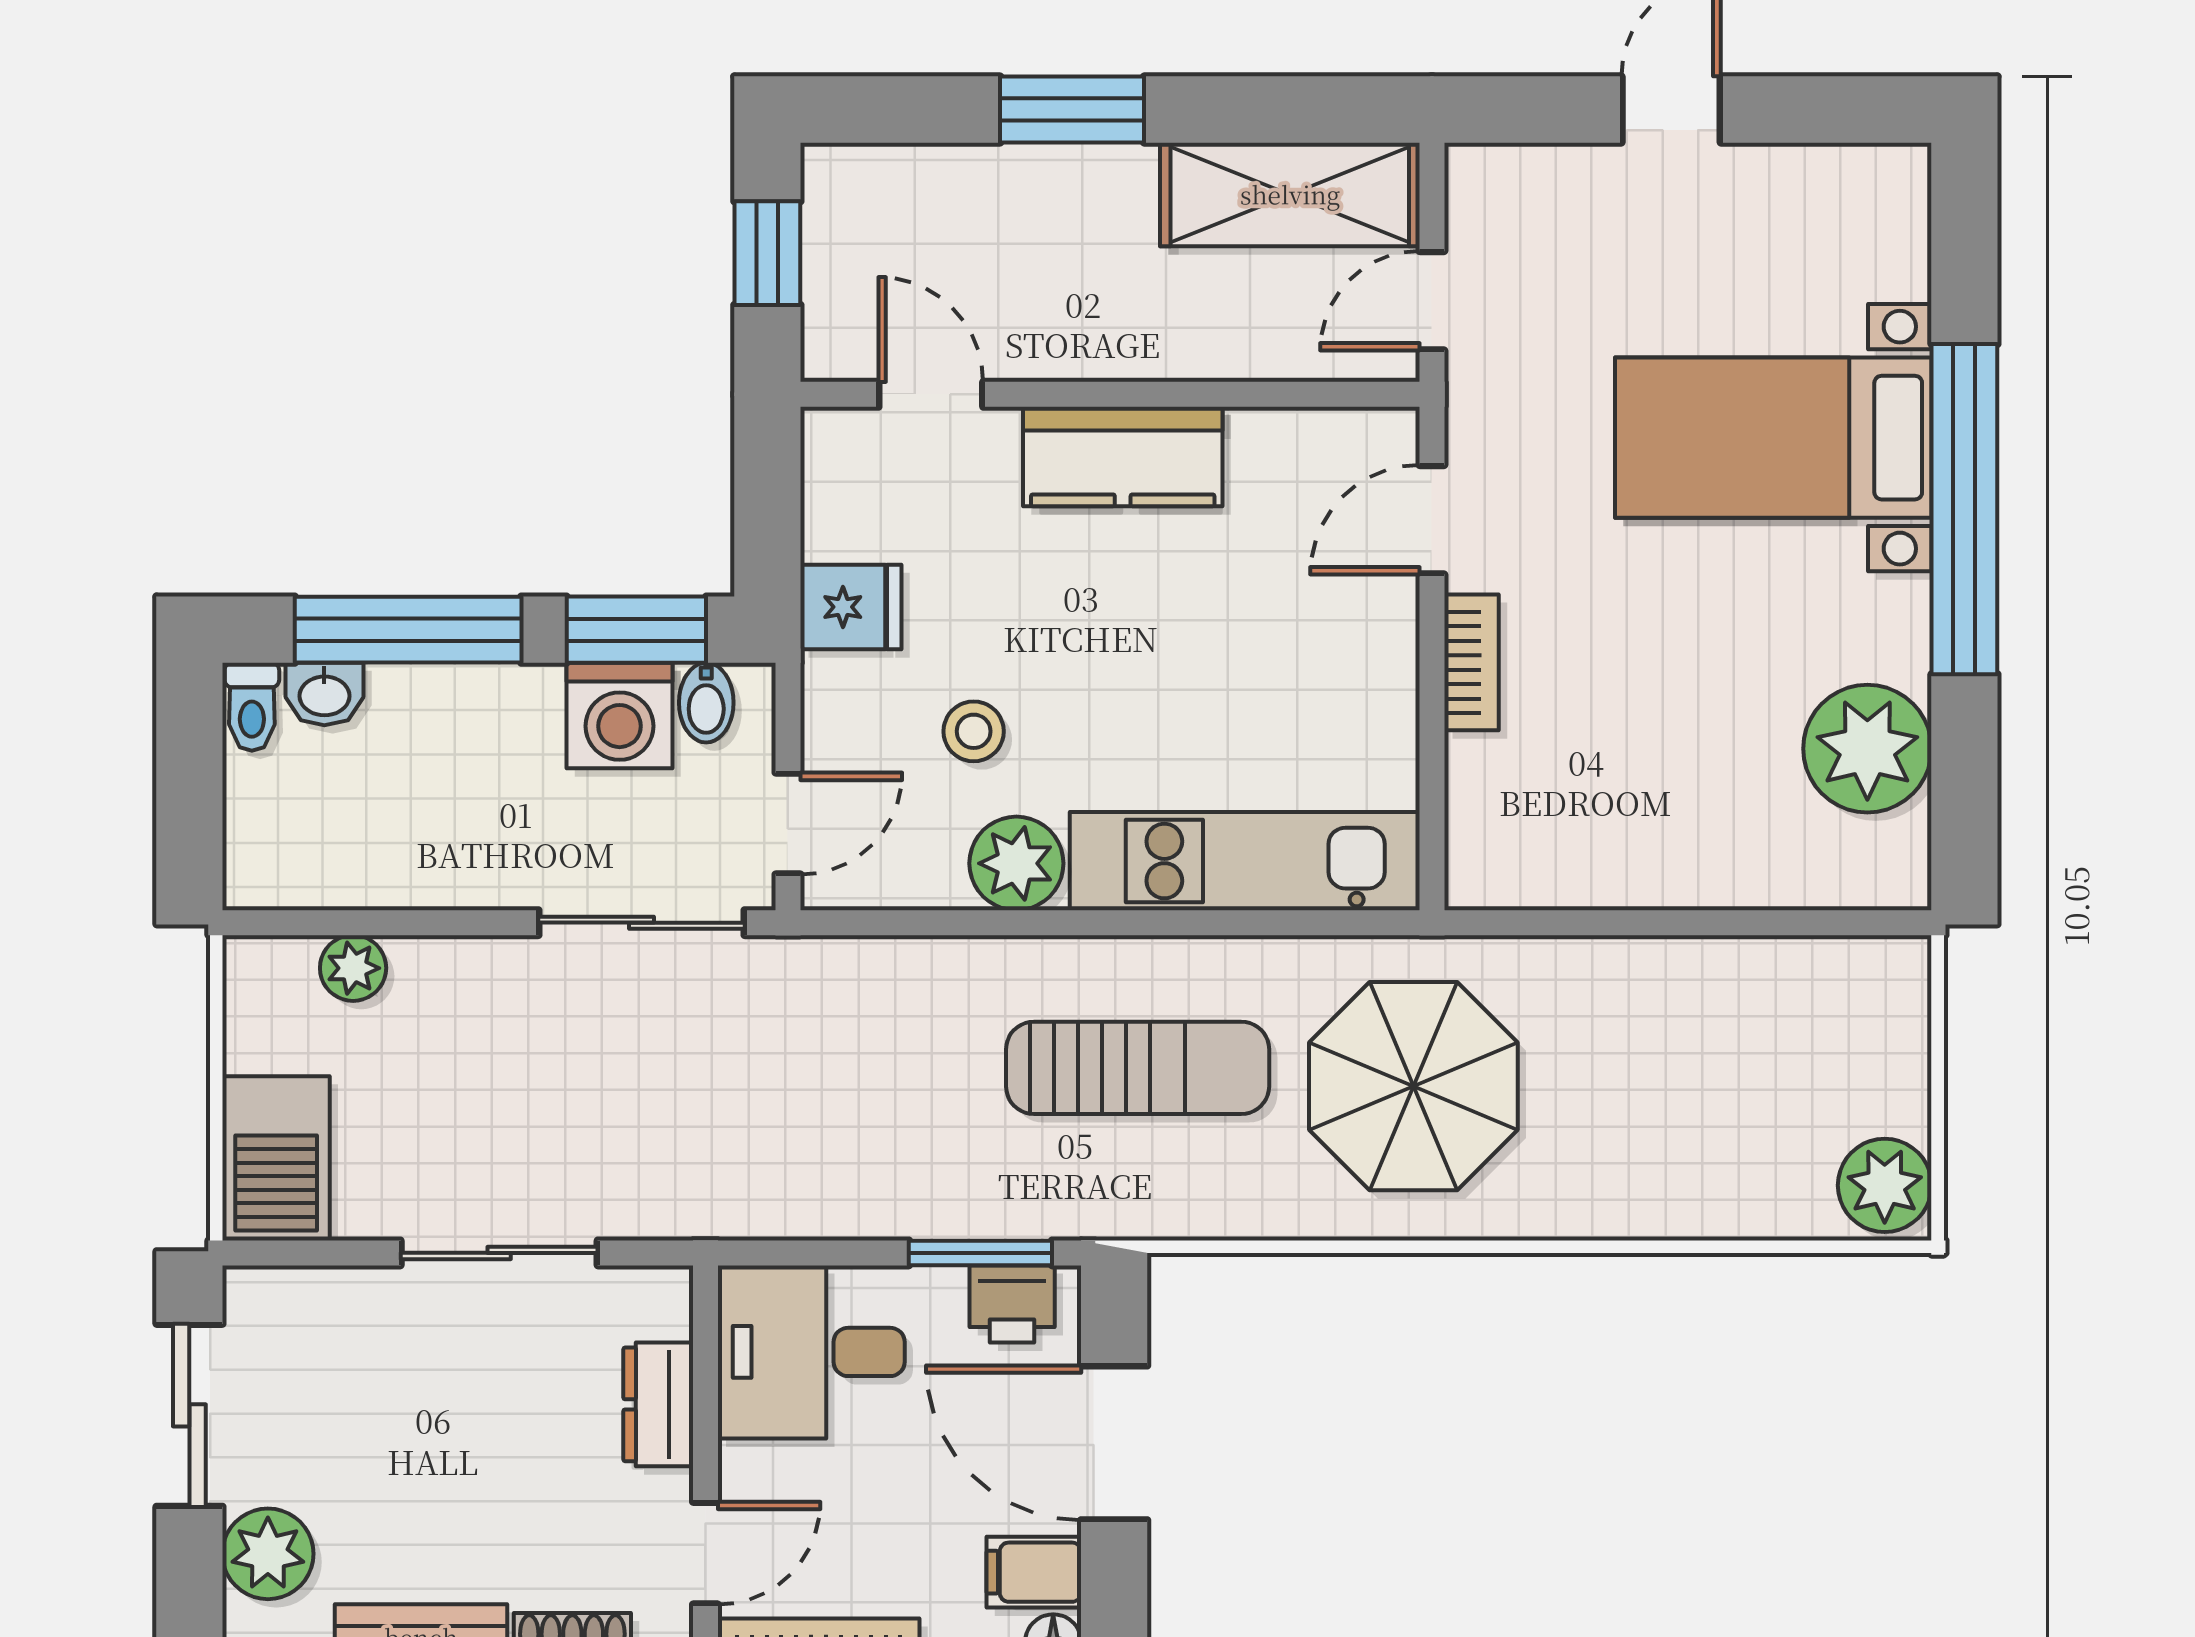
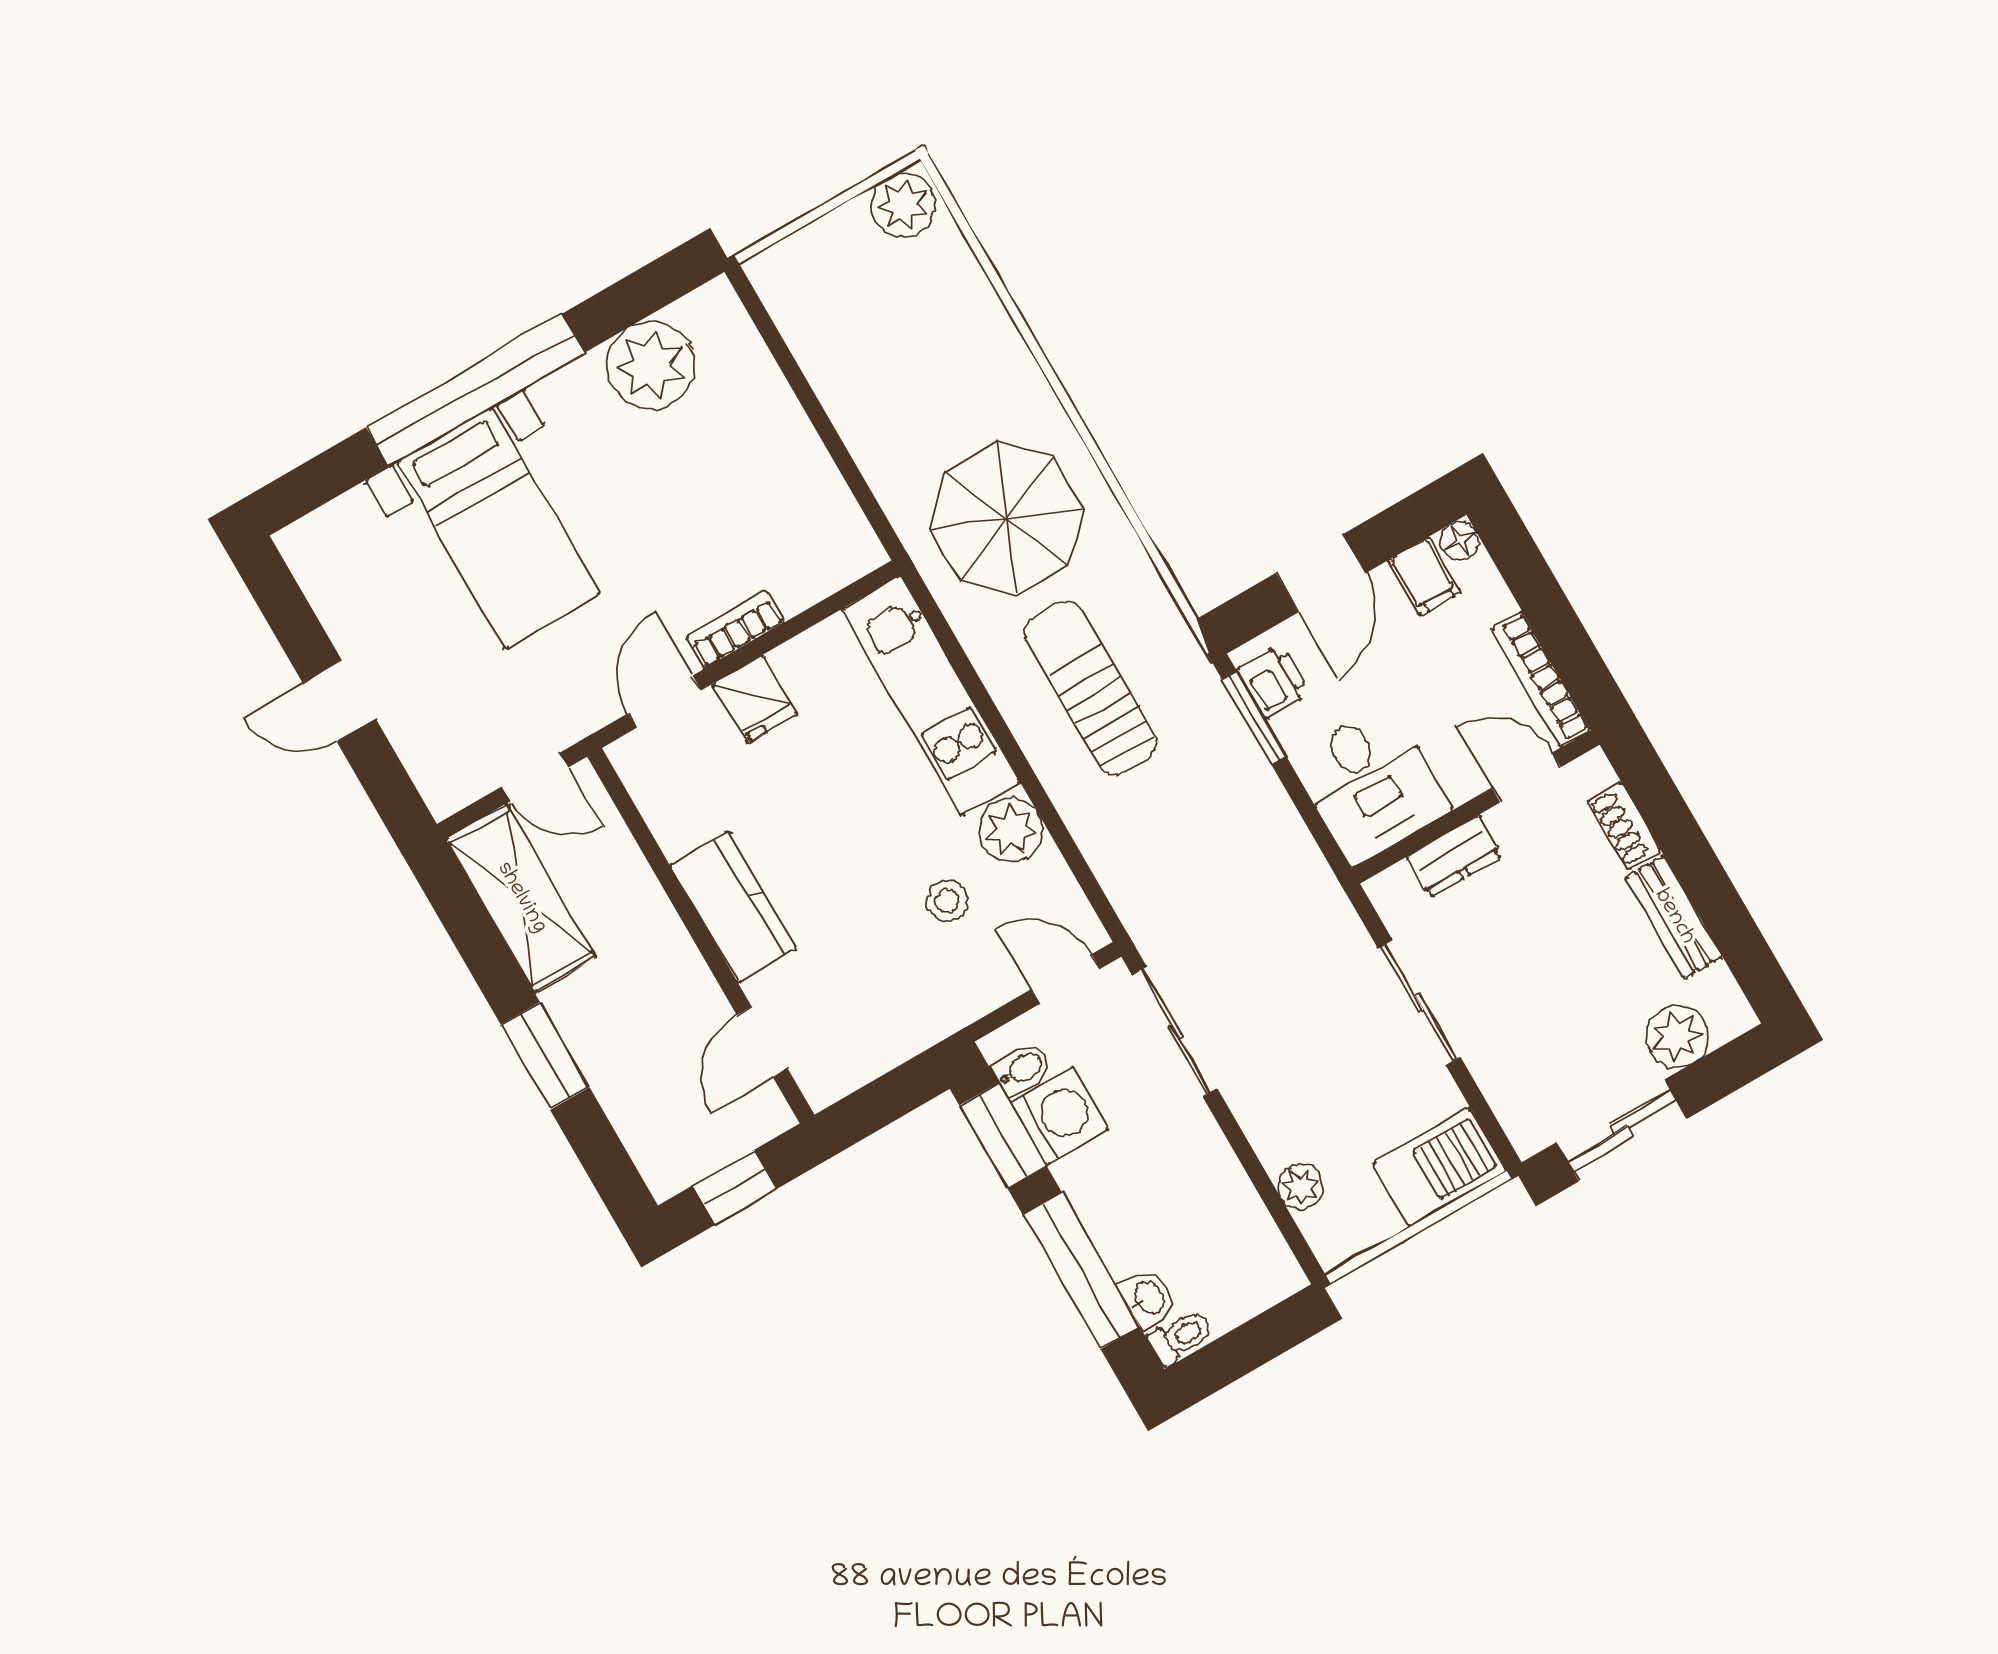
door: (1432, 520) -> (665, 702), swing flipped
fridge: (851, 607) -> (755, 699), moved, turned 180
door: (1114, 1443) -> (1321, 573), width x0.73

